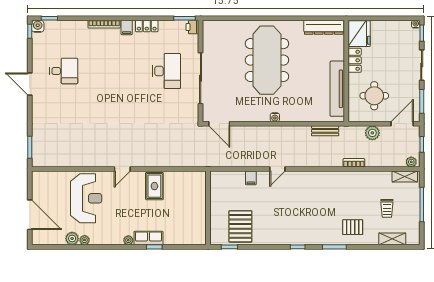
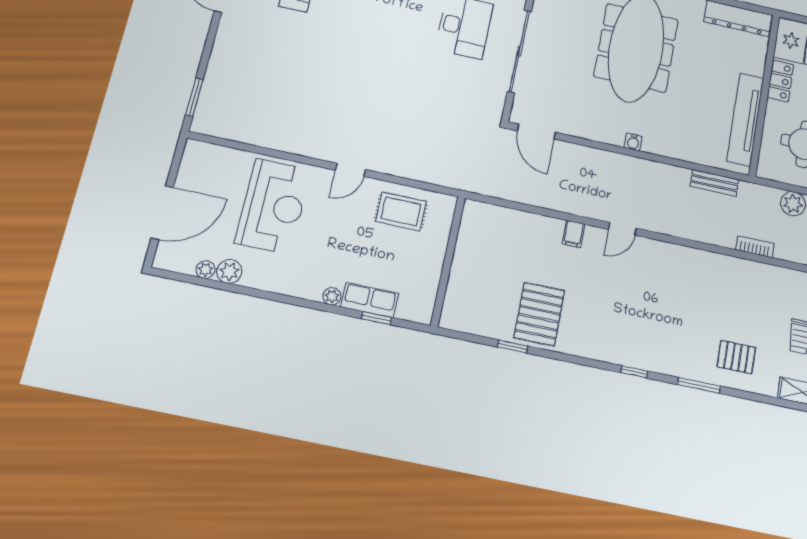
rug: (154, 186) -> (401, 211), turned 90
wall: (208, 208) -> (448, 261), moved
door: (30, 215) -> (162, 213), hinge flipped
plant: (85, 240) -> (206, 270), moved

